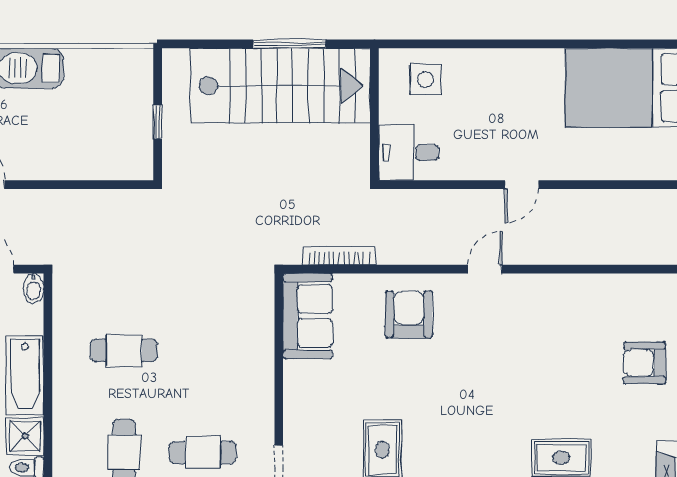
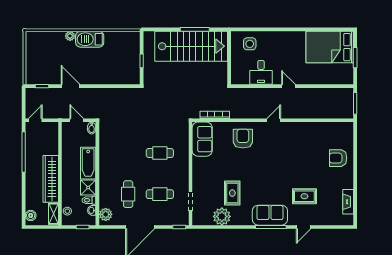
desk: (409, 153) -> (261, 72), moved, turned -90
door: (522, 185) -> (288, 86), swing flipped
cafe table: (124, 350) -> (160, 153), moved

